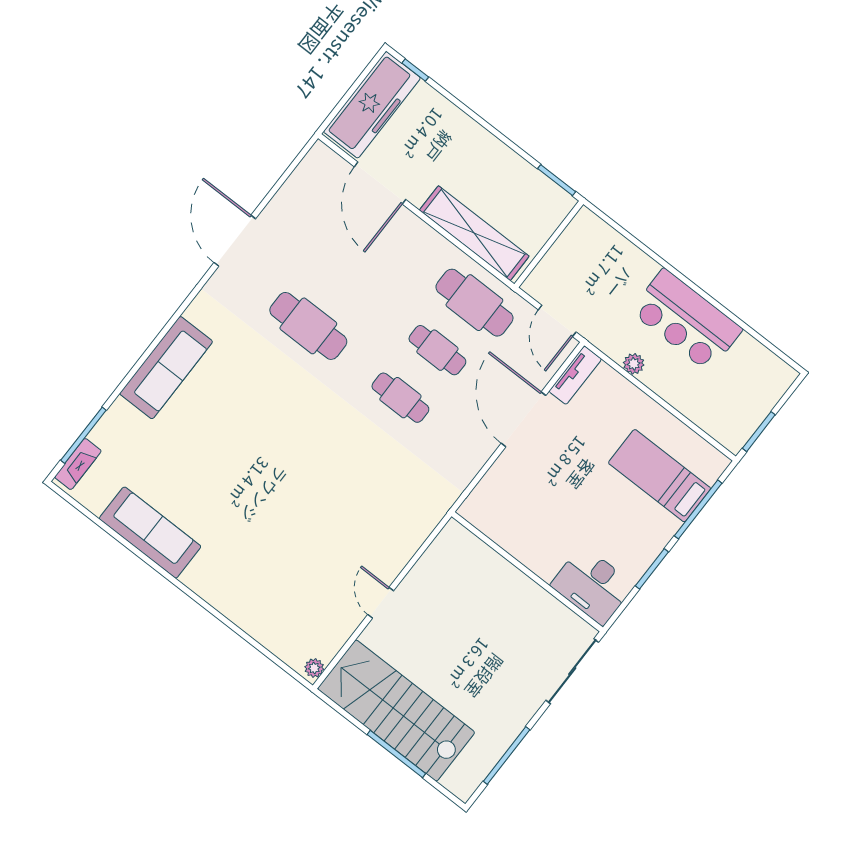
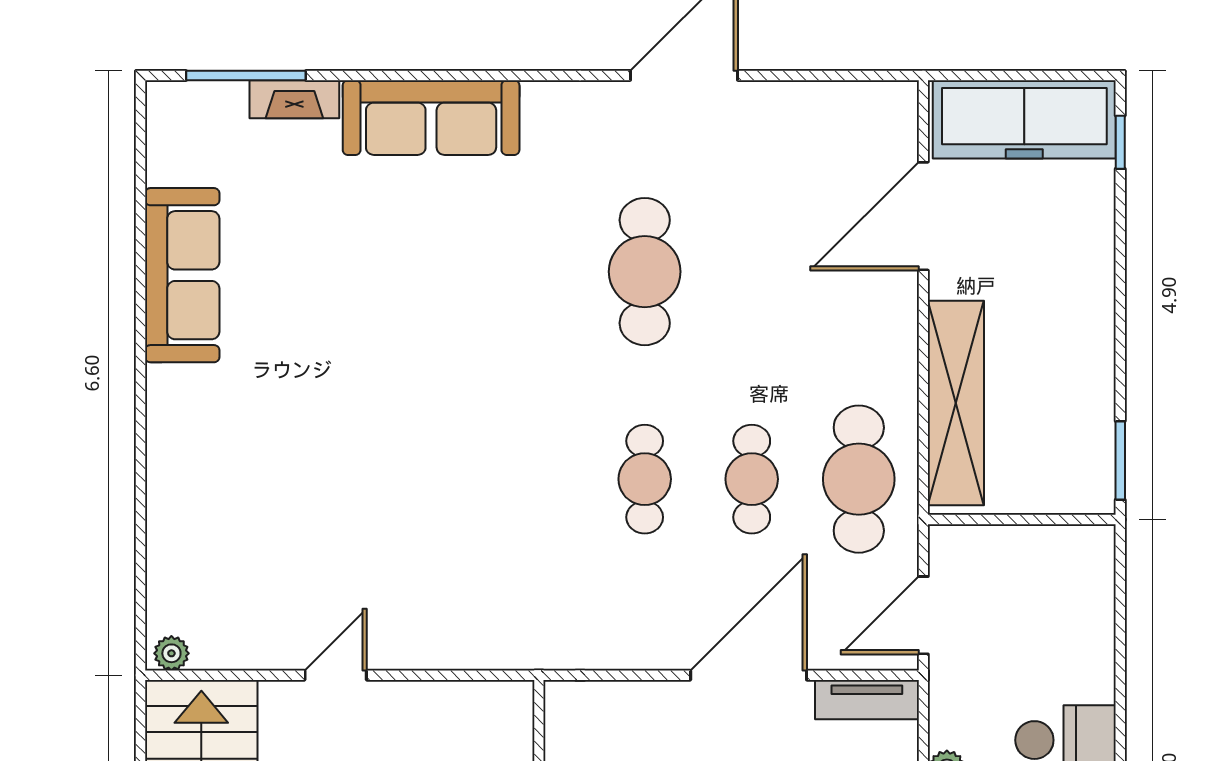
fireplace: (78, 464) -> (294, 99), moved

